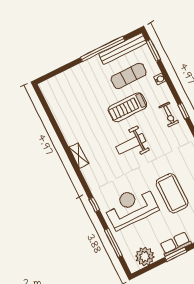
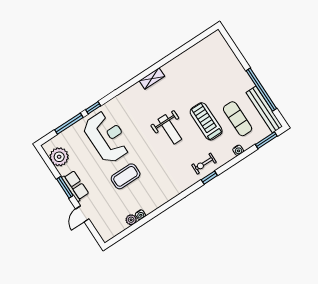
weight bench: (131, 144) -> (170, 129), turned 180
coffee table: (172, 193) -> (126, 176), width x0.73, depth x0.76
window: (94, 205) -> (93, 108), moved

